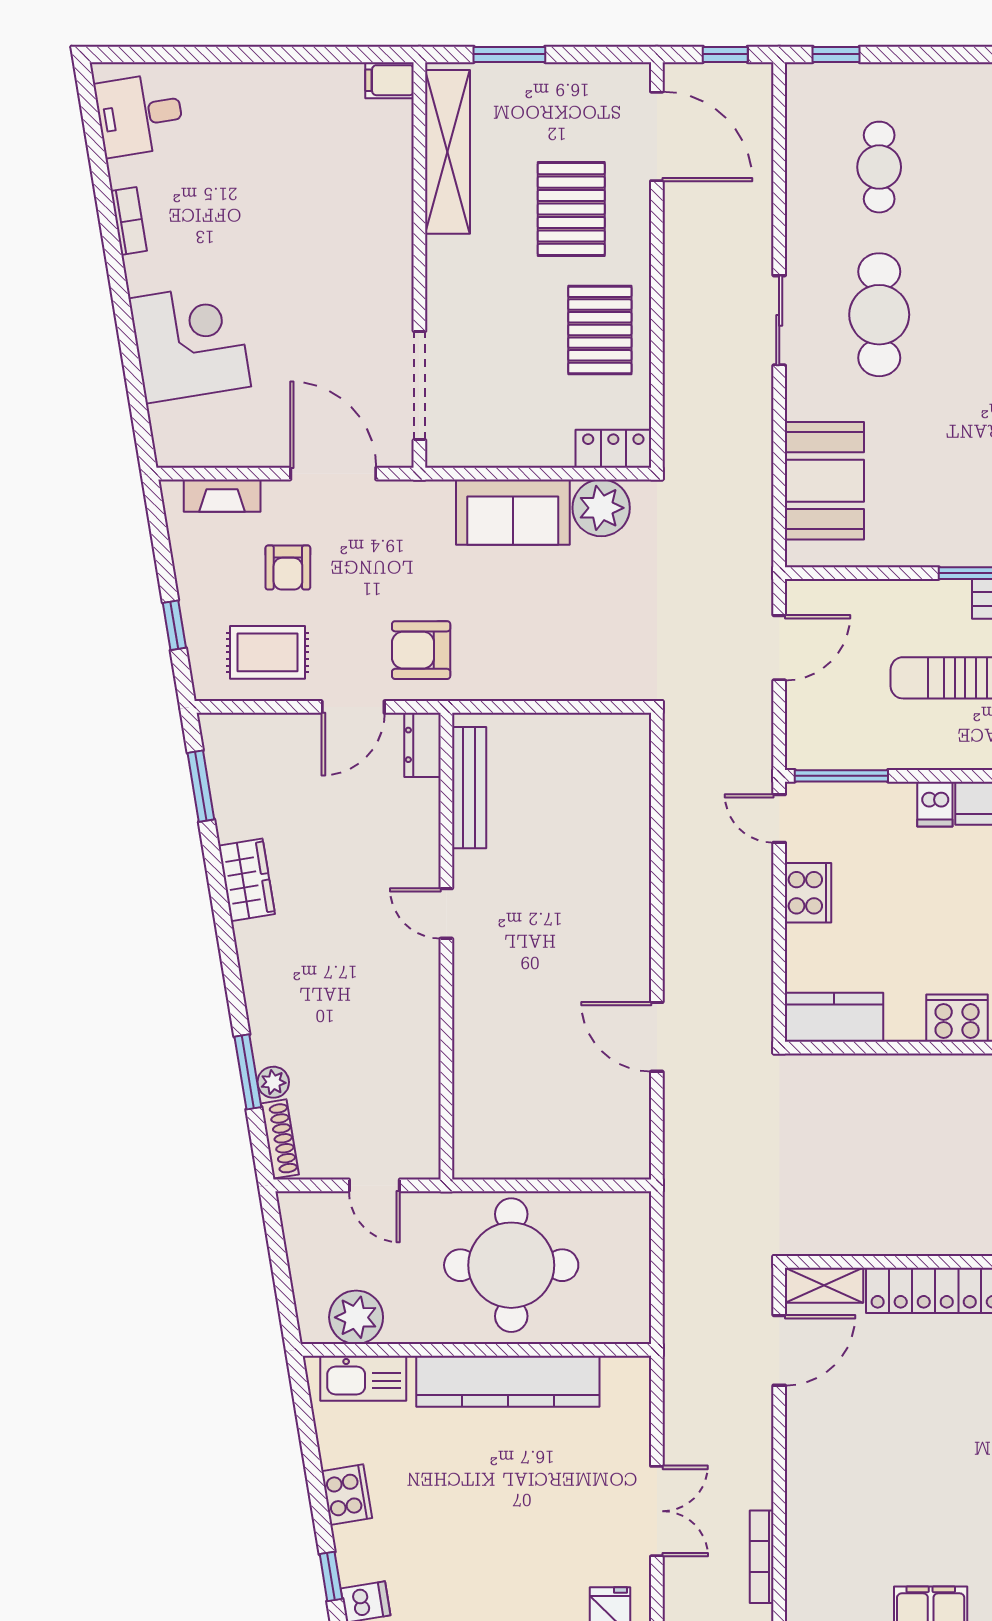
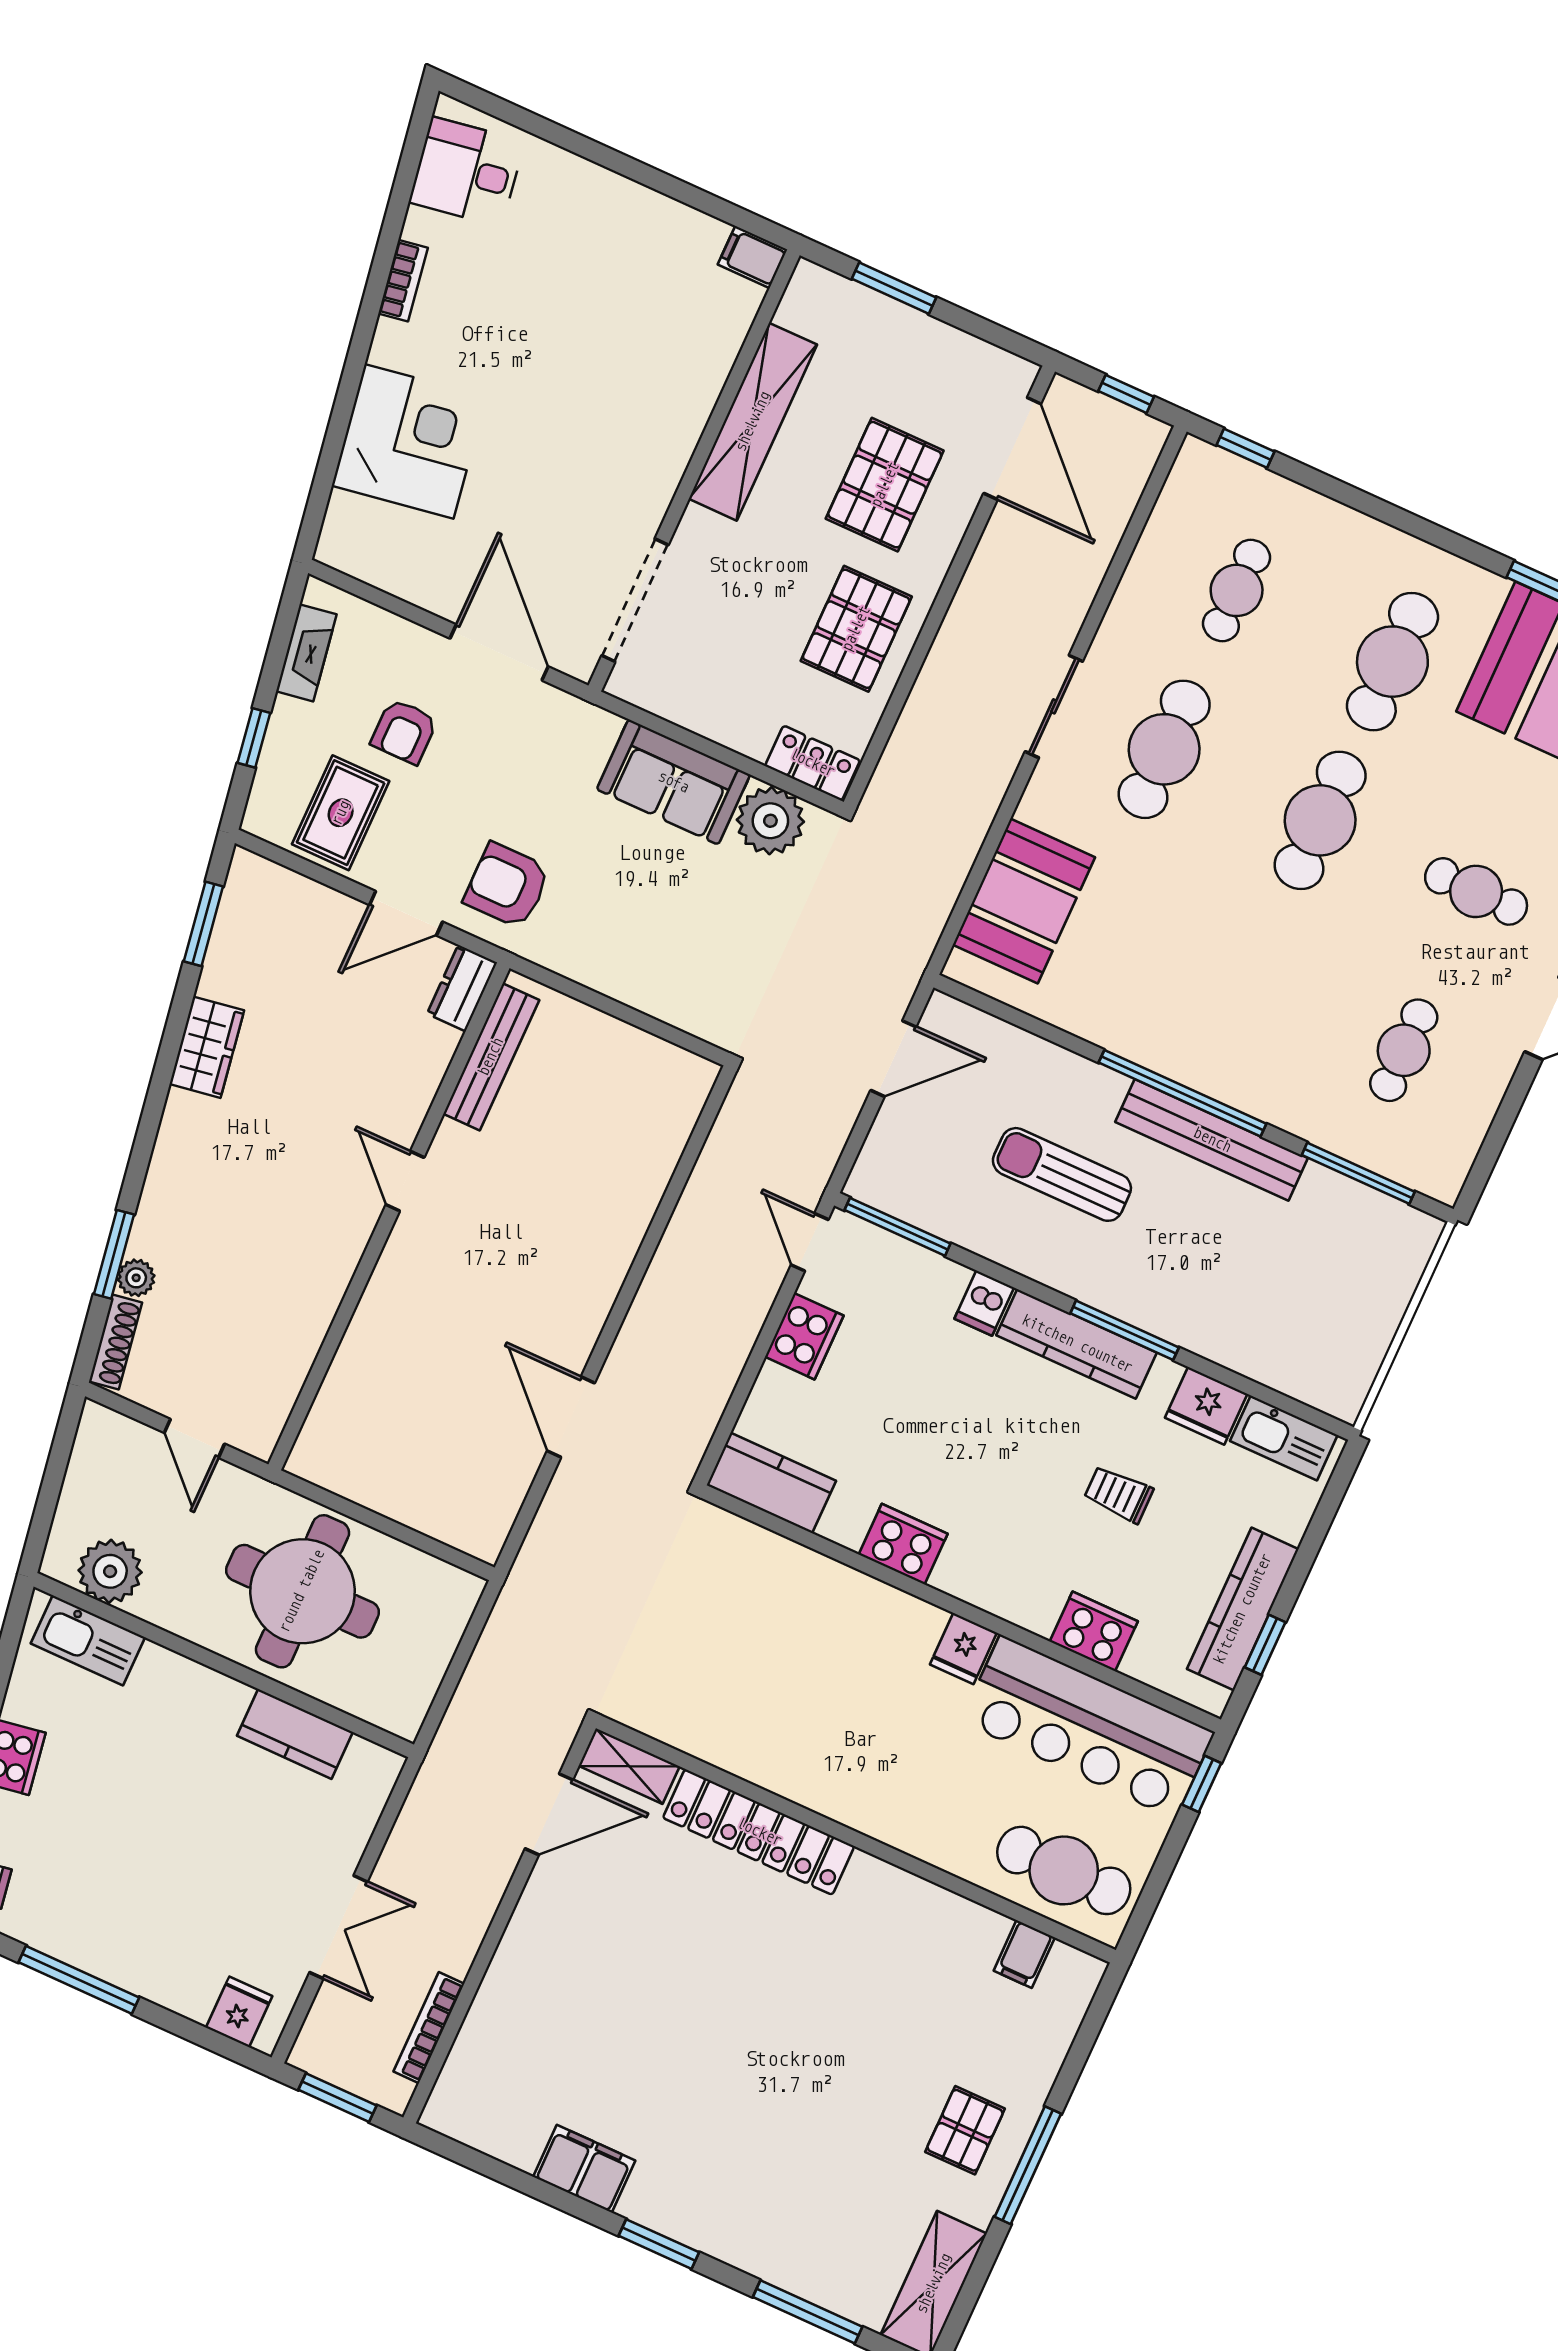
shelving: (448, 152) -> (753, 422), moved
fireplace: (222, 496) -> (306, 653), moved, turned -99
rug: (267, 652) -> (341, 813), turned 90
kitchen counter: (508, 1381) -> (295, 1734), width x0.48, depth x0.86

